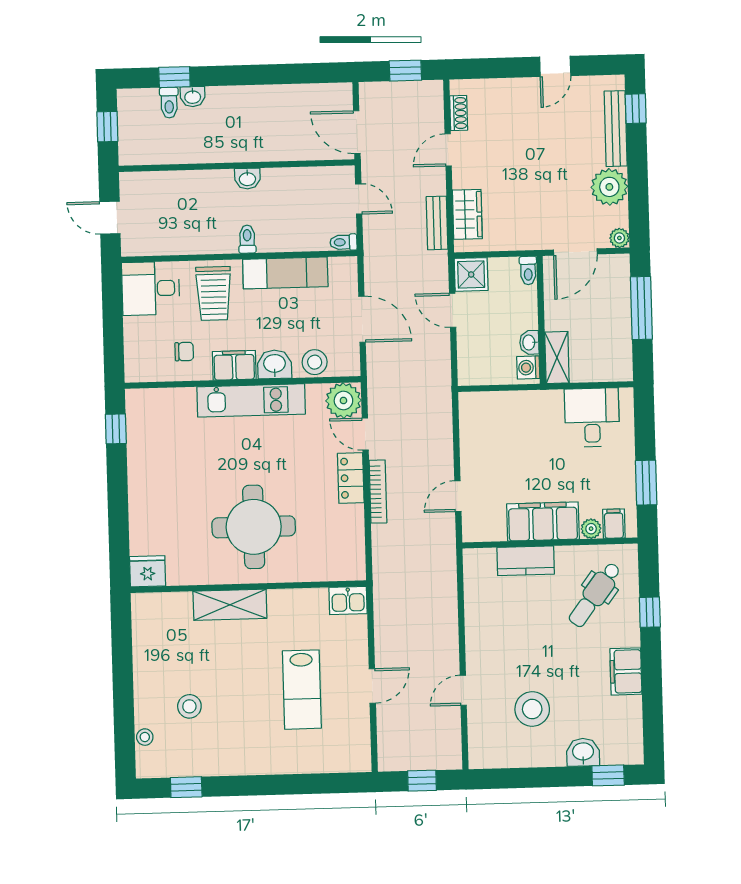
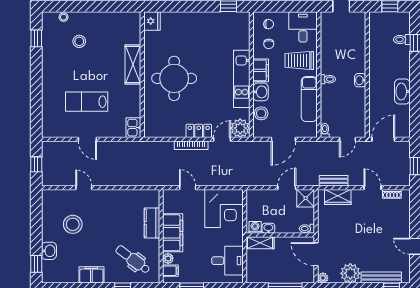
washbasin: (193, 97) -> (402, 91), moved, width x1.91, depth x1.45
chair: (147, 353) -> (269, 24), added
corner desk: (495, 427) -> (224, 209), added

